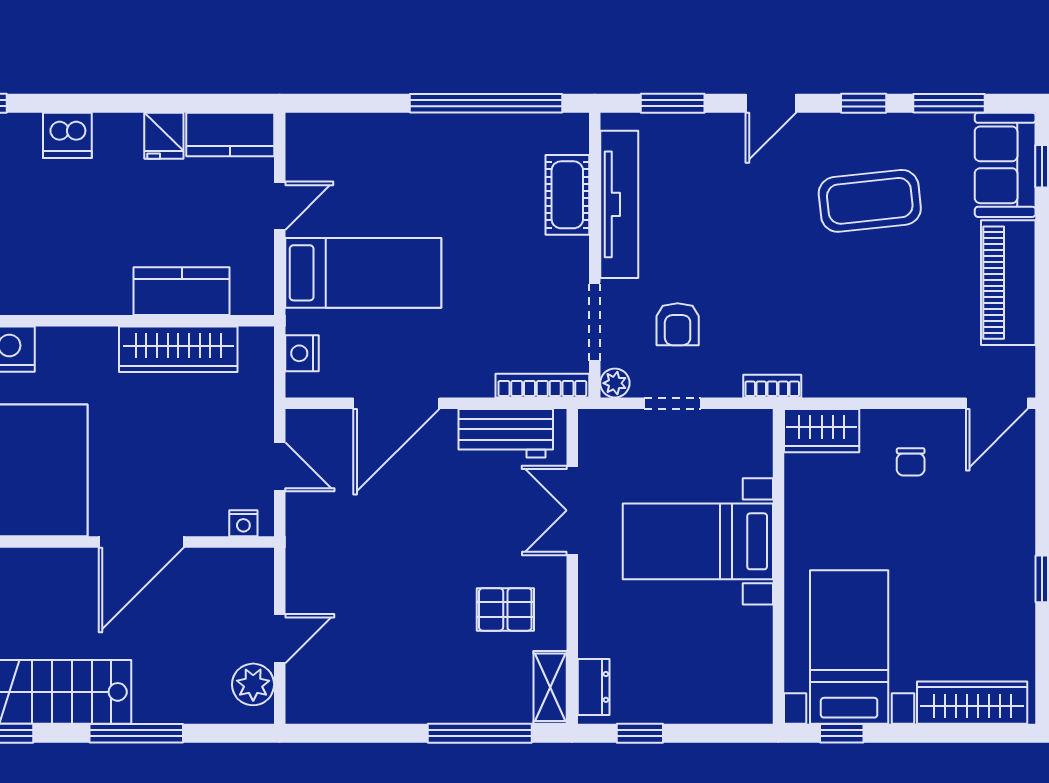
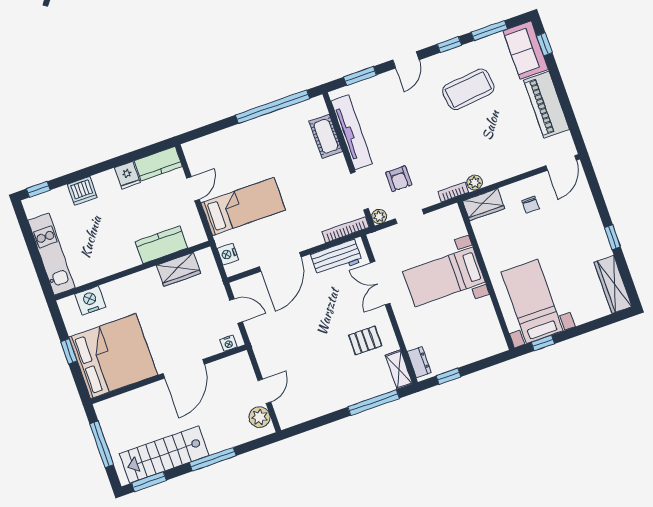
wardrobe: (178, 349) -> (178, 269), width x0.67
plant: (819, 382) -> (475, 182), added
wardrobe: (972, 703) -> (613, 284), moved, turned -90

